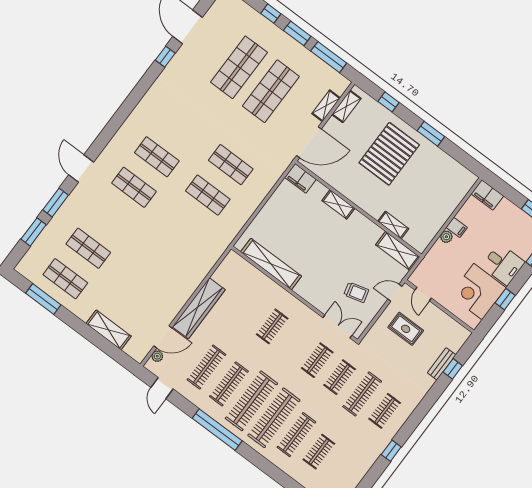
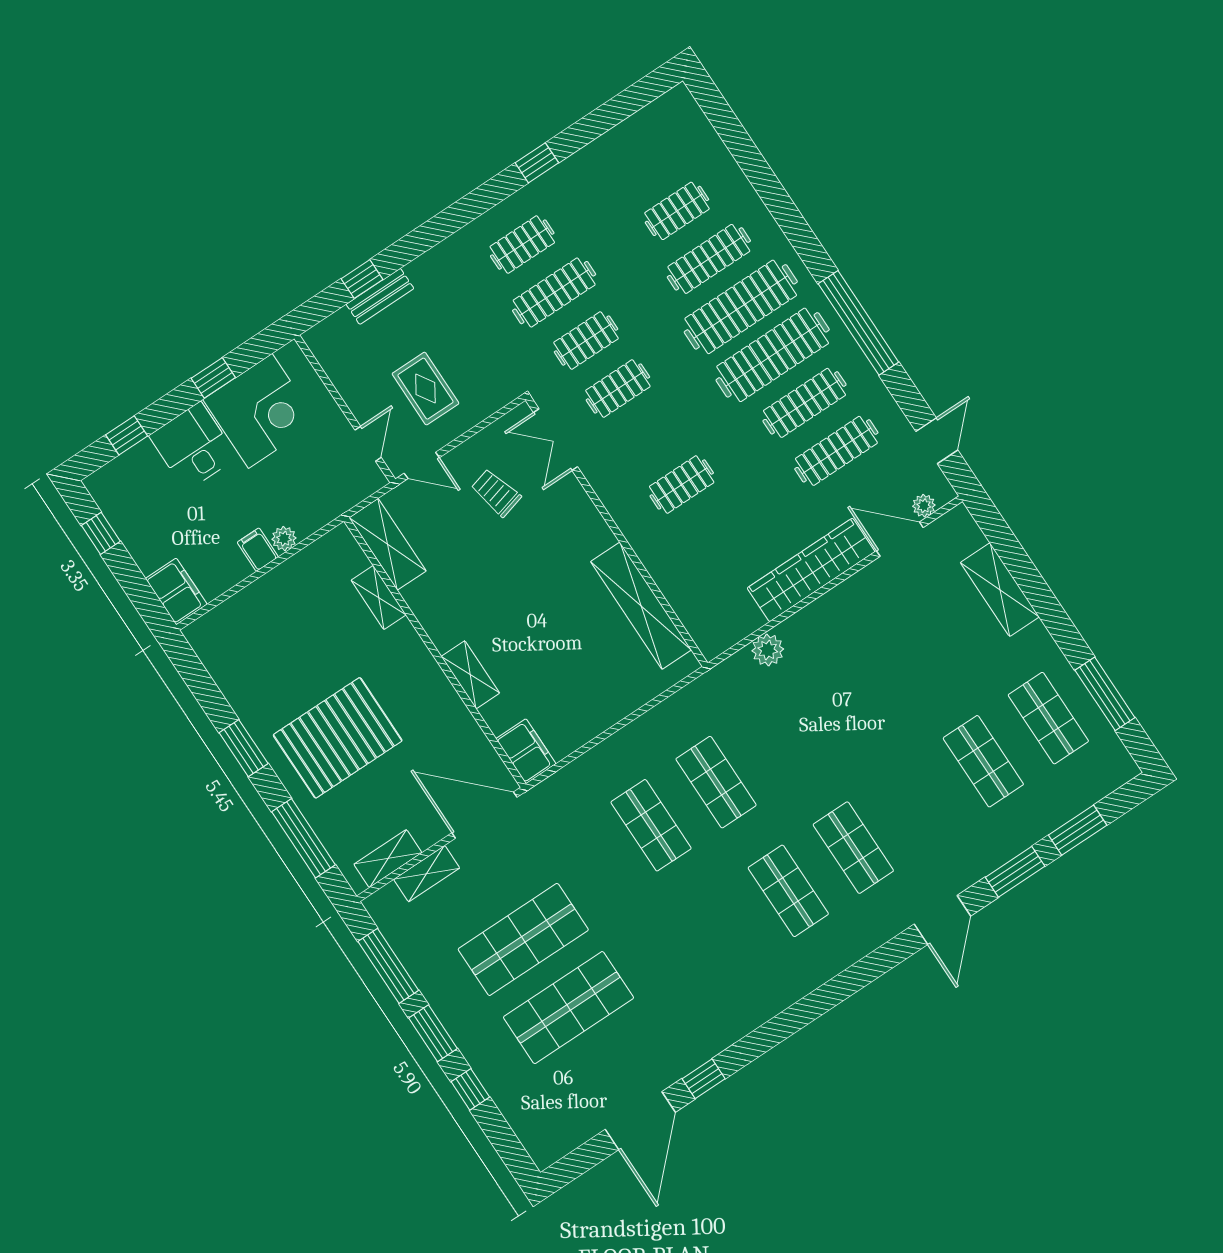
window: (389, 102) -> (303, 838), width x2.17
plant: (206, 264) -> (768, 650), added

